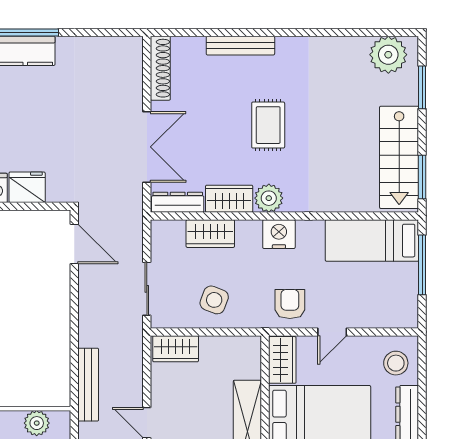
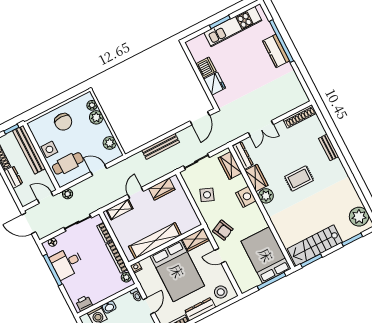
bench: (240, 46) -> (329, 147), width x0.73
double door: (147, 147) -> (261, 129), width x0.73
wardrobe: (210, 234) -> (230, 166), moved
nightstand: (279, 234) -> (246, 197), moved
bed: (372, 241) -> (266, 255), width x1.50
armchair: (290, 304) -> (223, 230), turned 65
wardrobe: (176, 349) -> (162, 189), moved, turned -90
bench: (88, 385) -> (161, 146), moved

